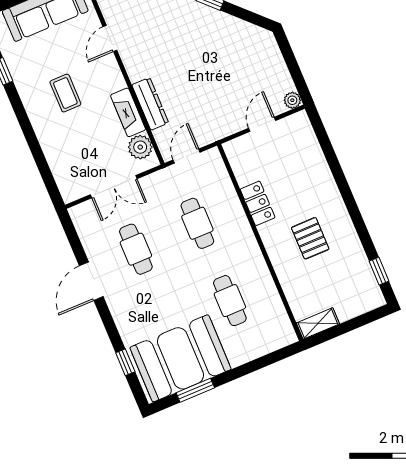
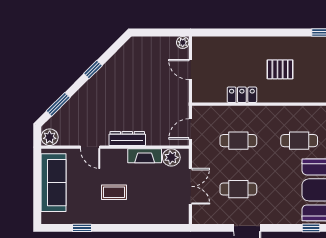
dresser: (150, 104) -> (127, 139), moved
door: (187, 156) -> (190, 129), hinge flipped

